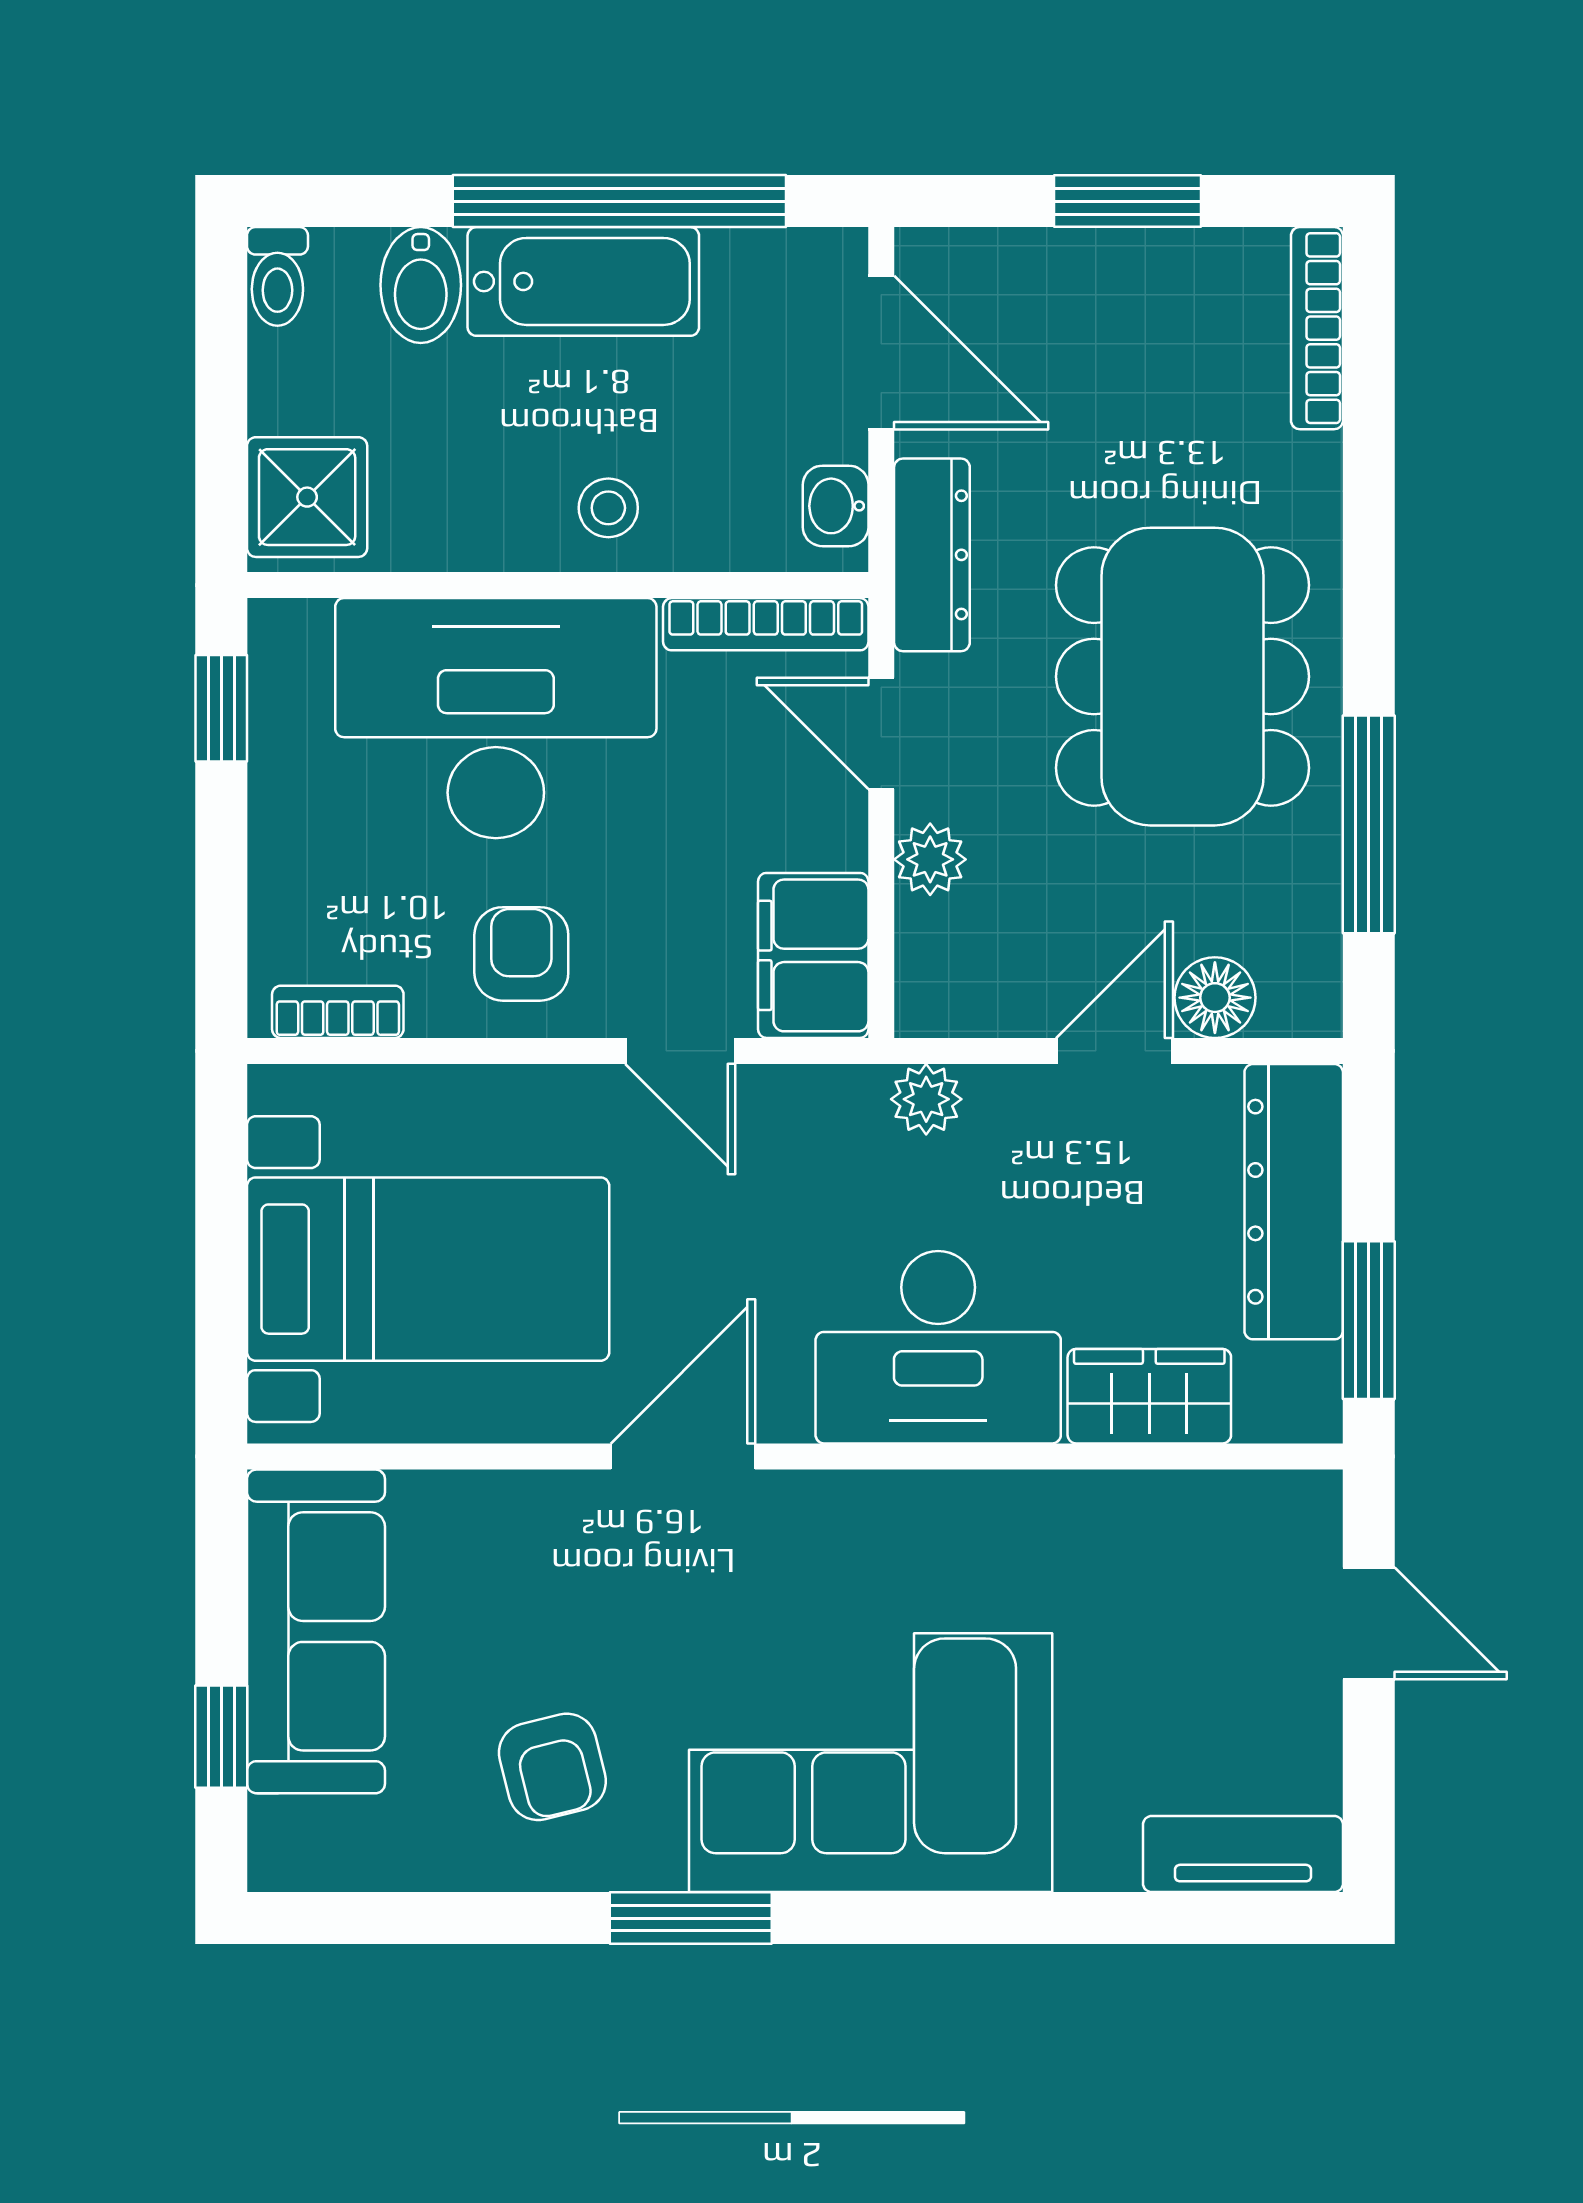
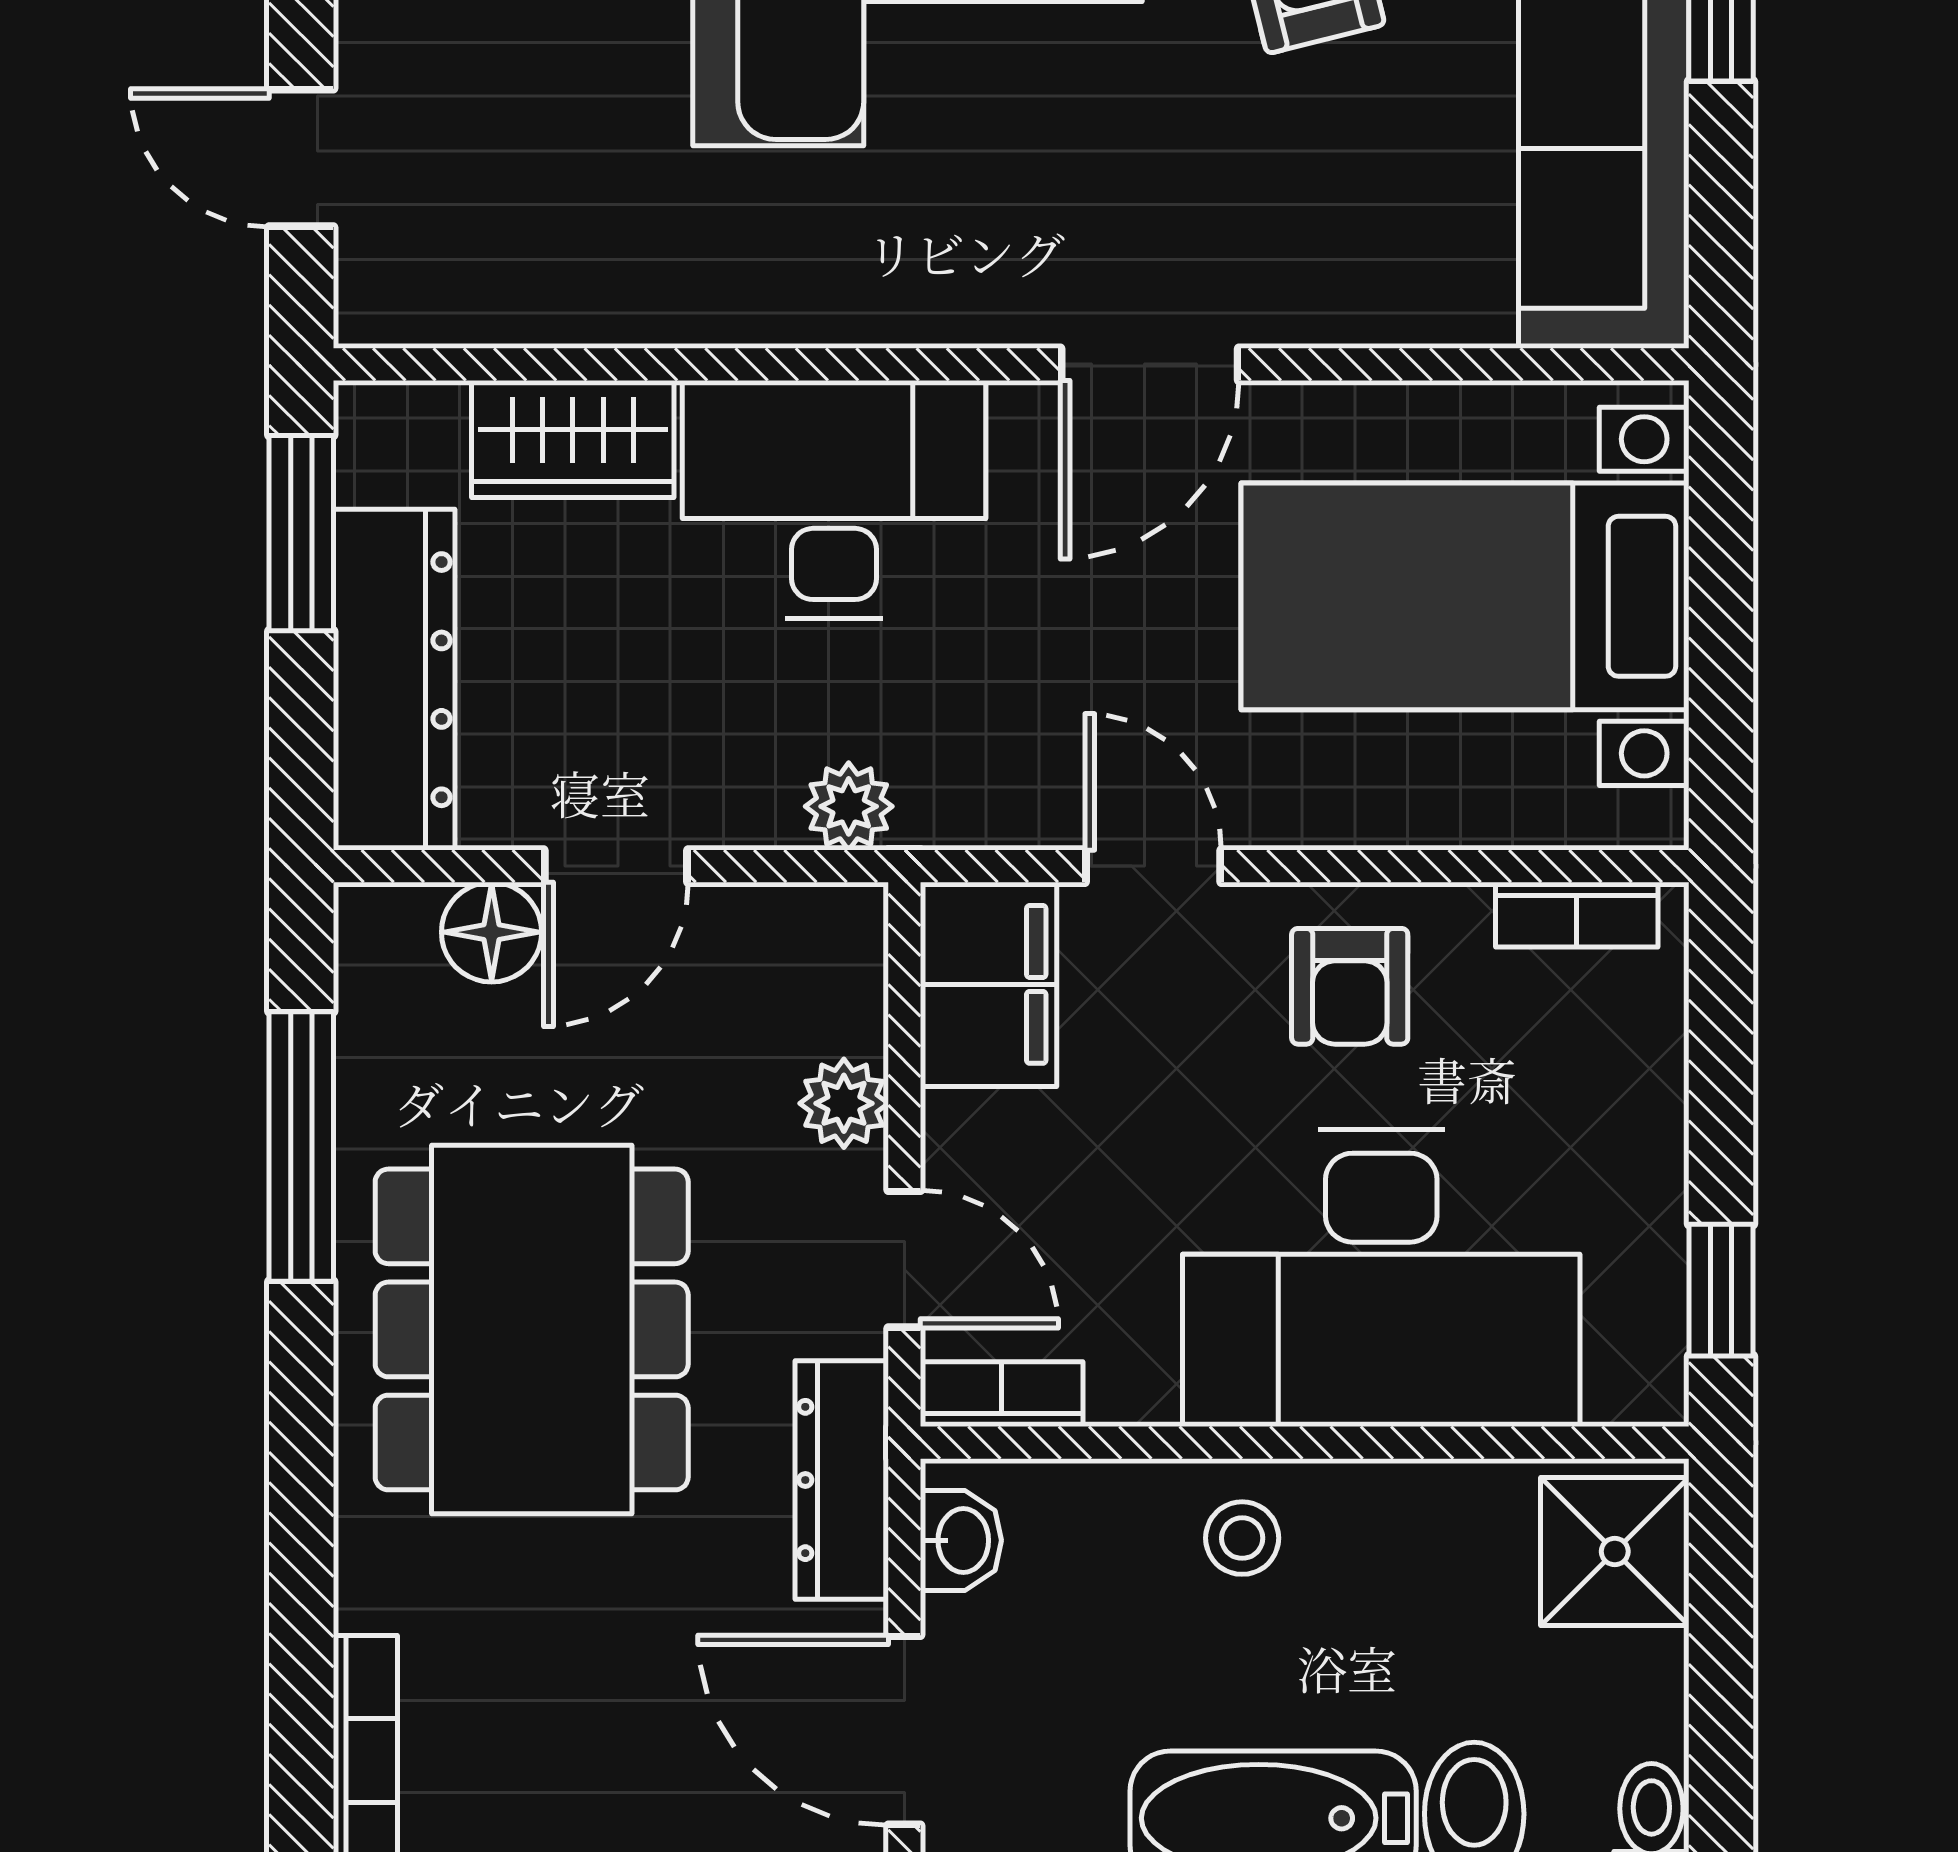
bookcase: (766, 624) -> (1002, 1394), width x0.64

